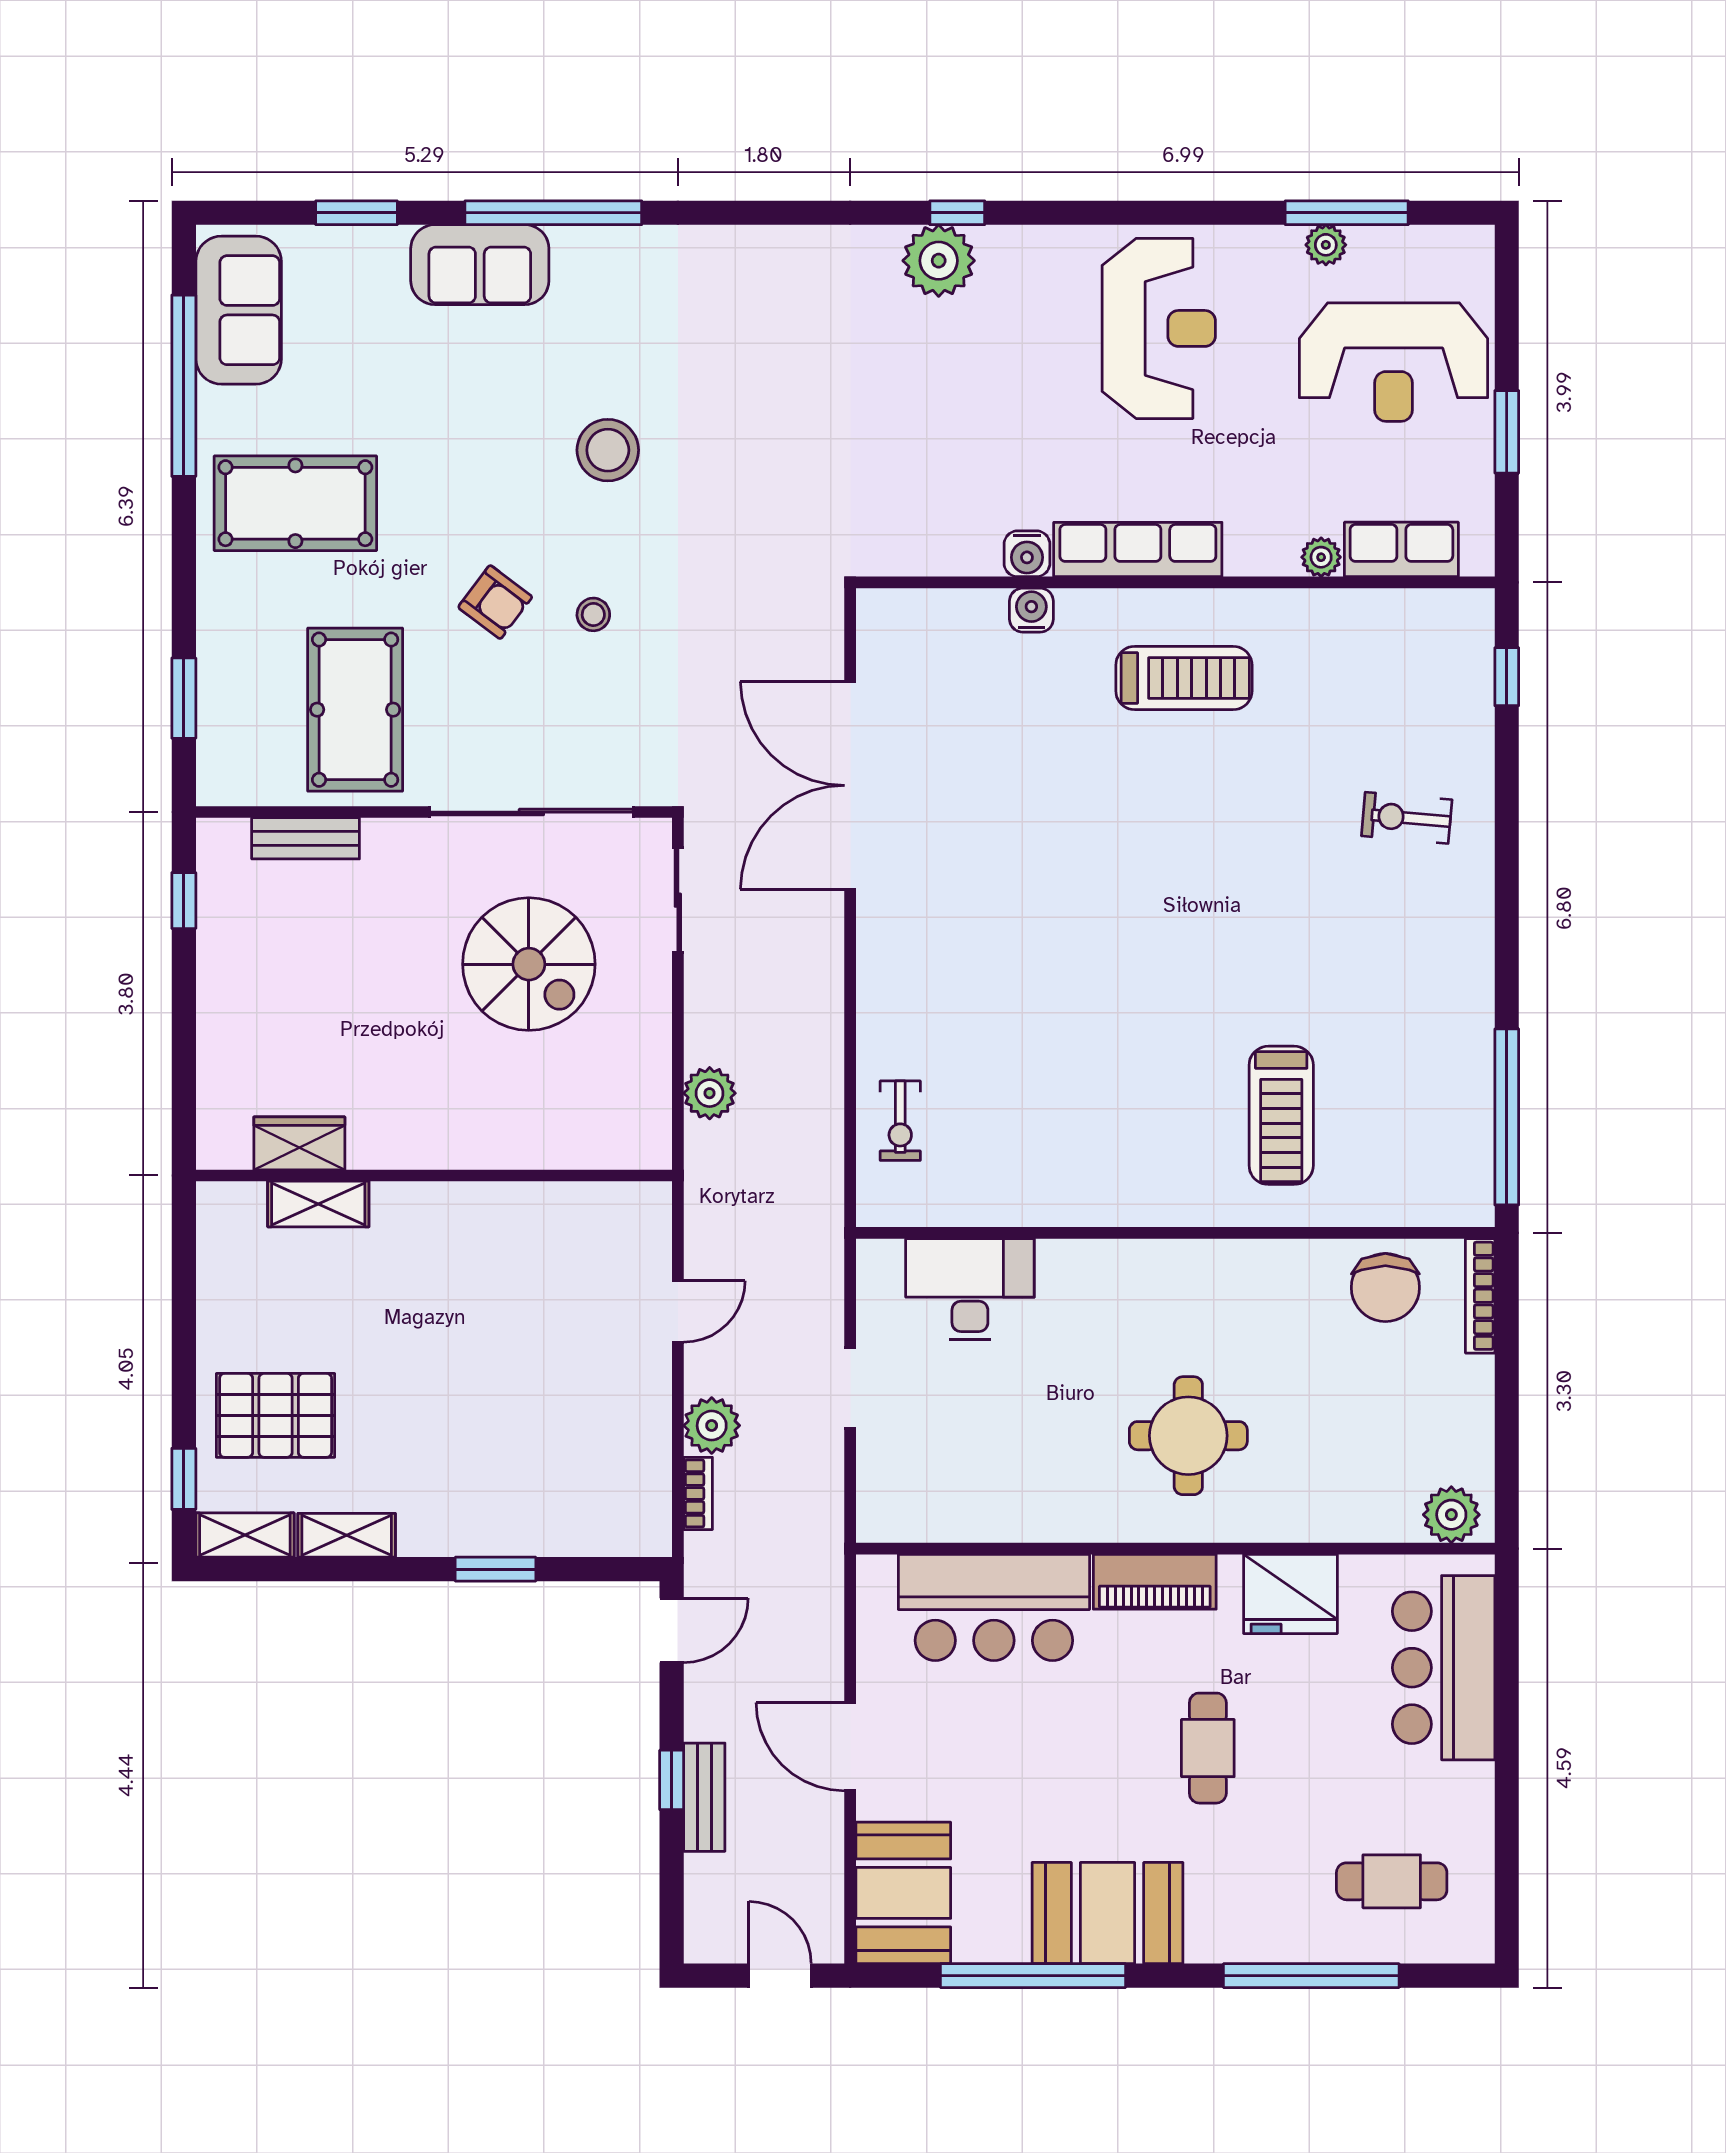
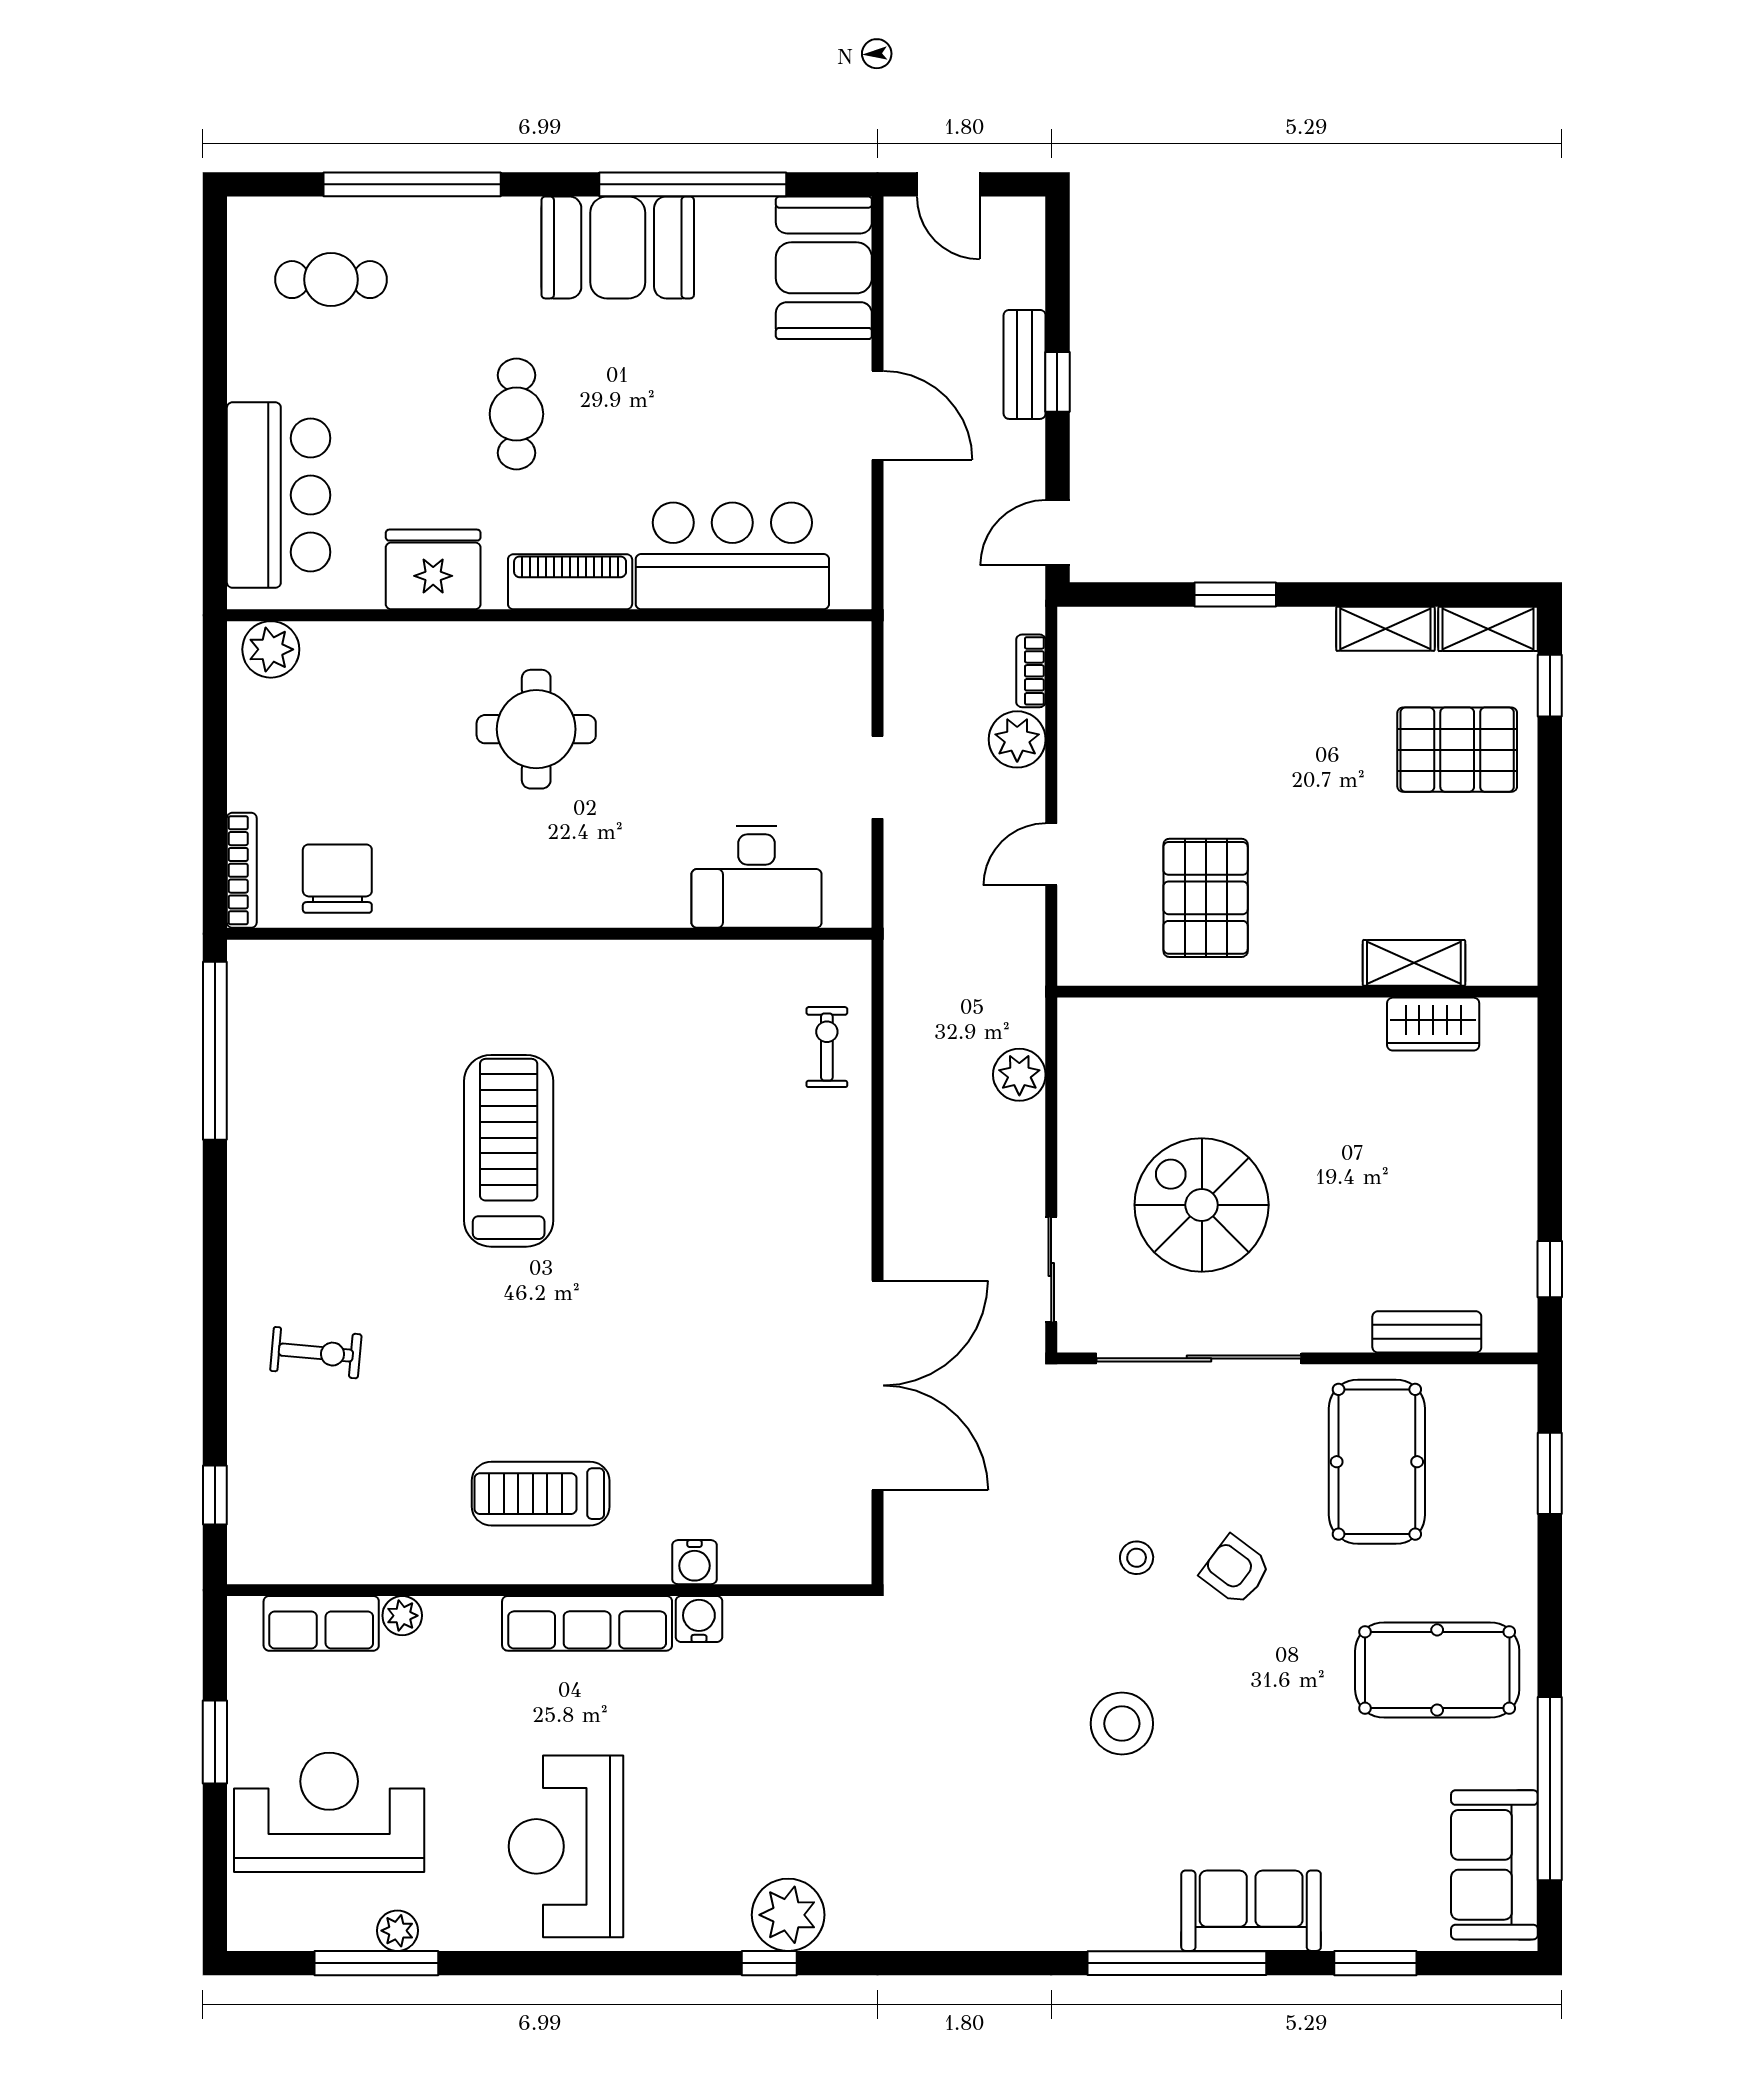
treadmill: (1281, 1115) -> (509, 1151), moved, width x1.37, depth x1.38
pallet: (525, 1268) -> (1206, 898), added

